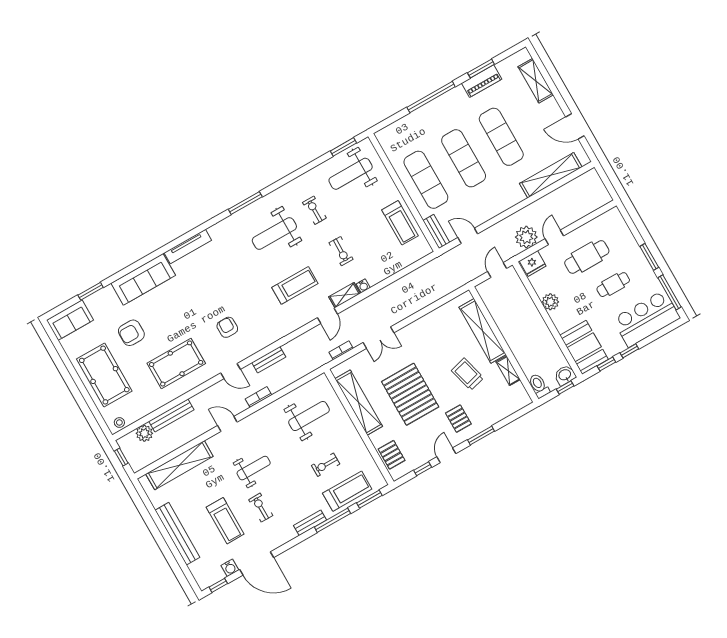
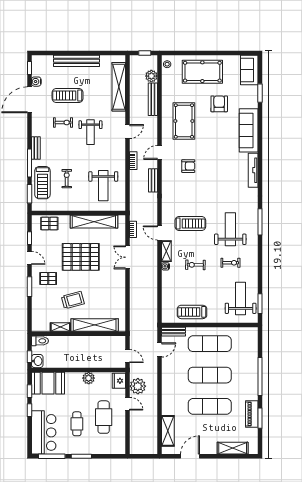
shelving: (551, 175) -> (168, 431), width x0.68
treadmill: (295, 285) -> (190, 223), turned -90

